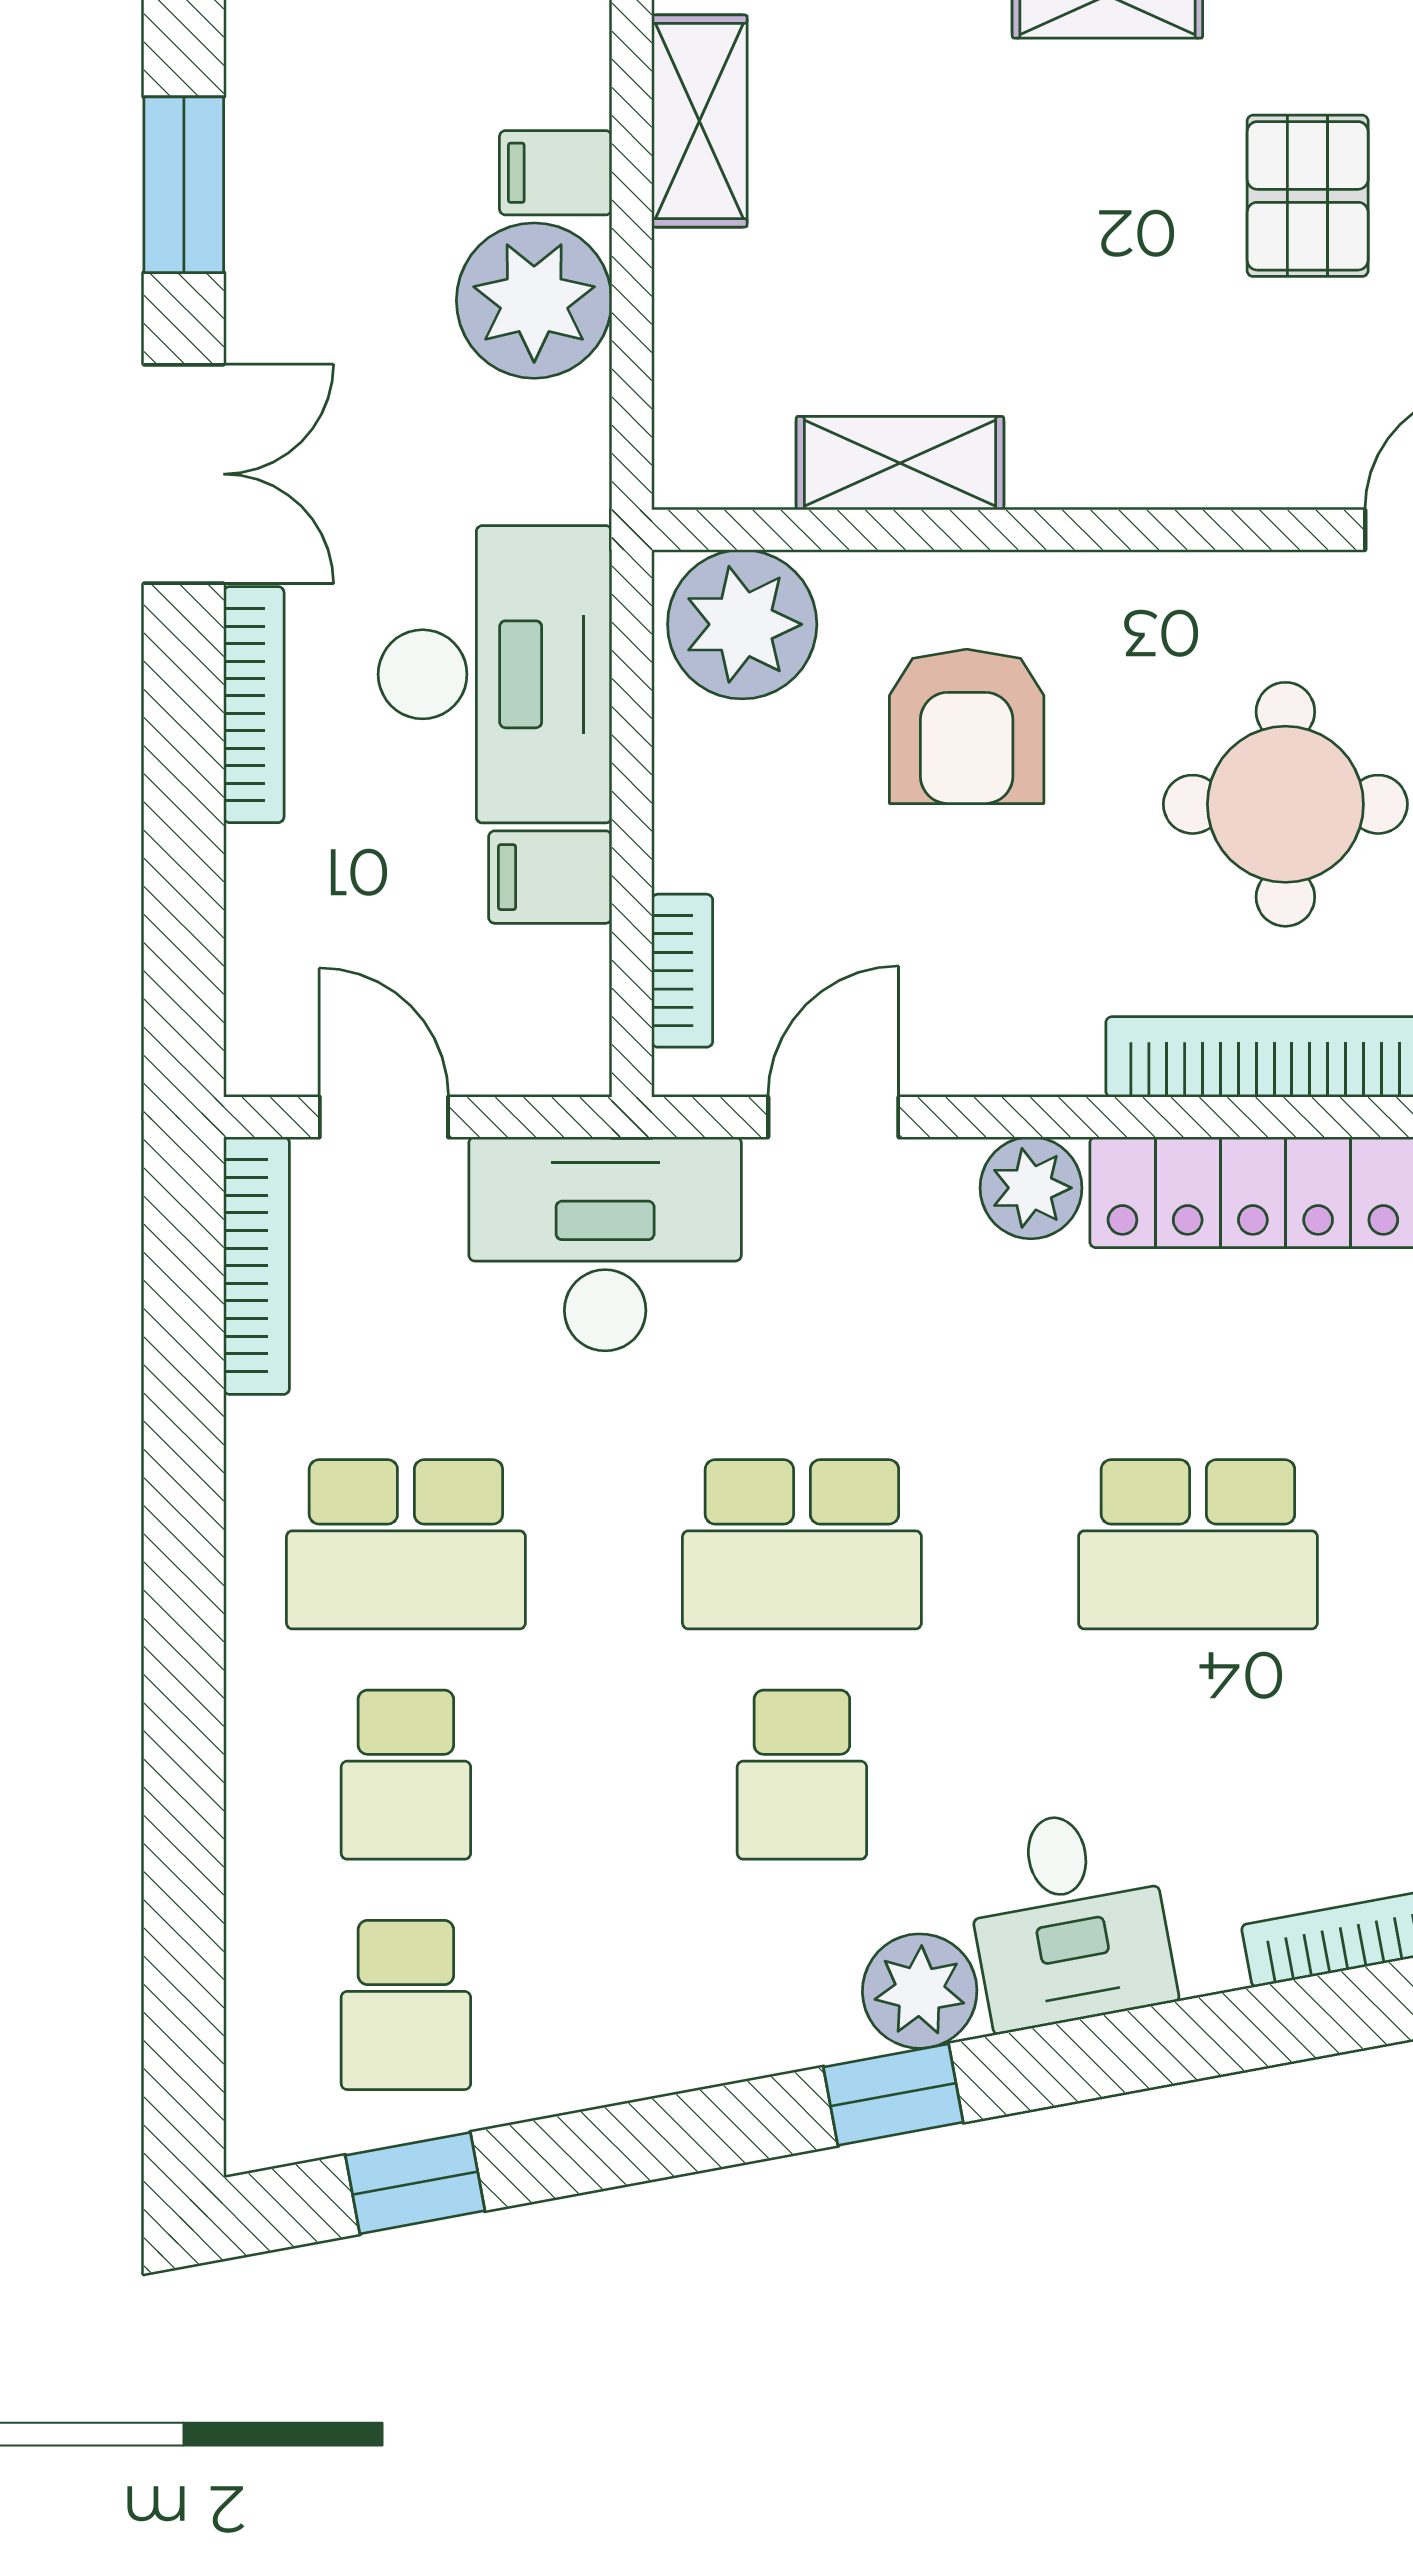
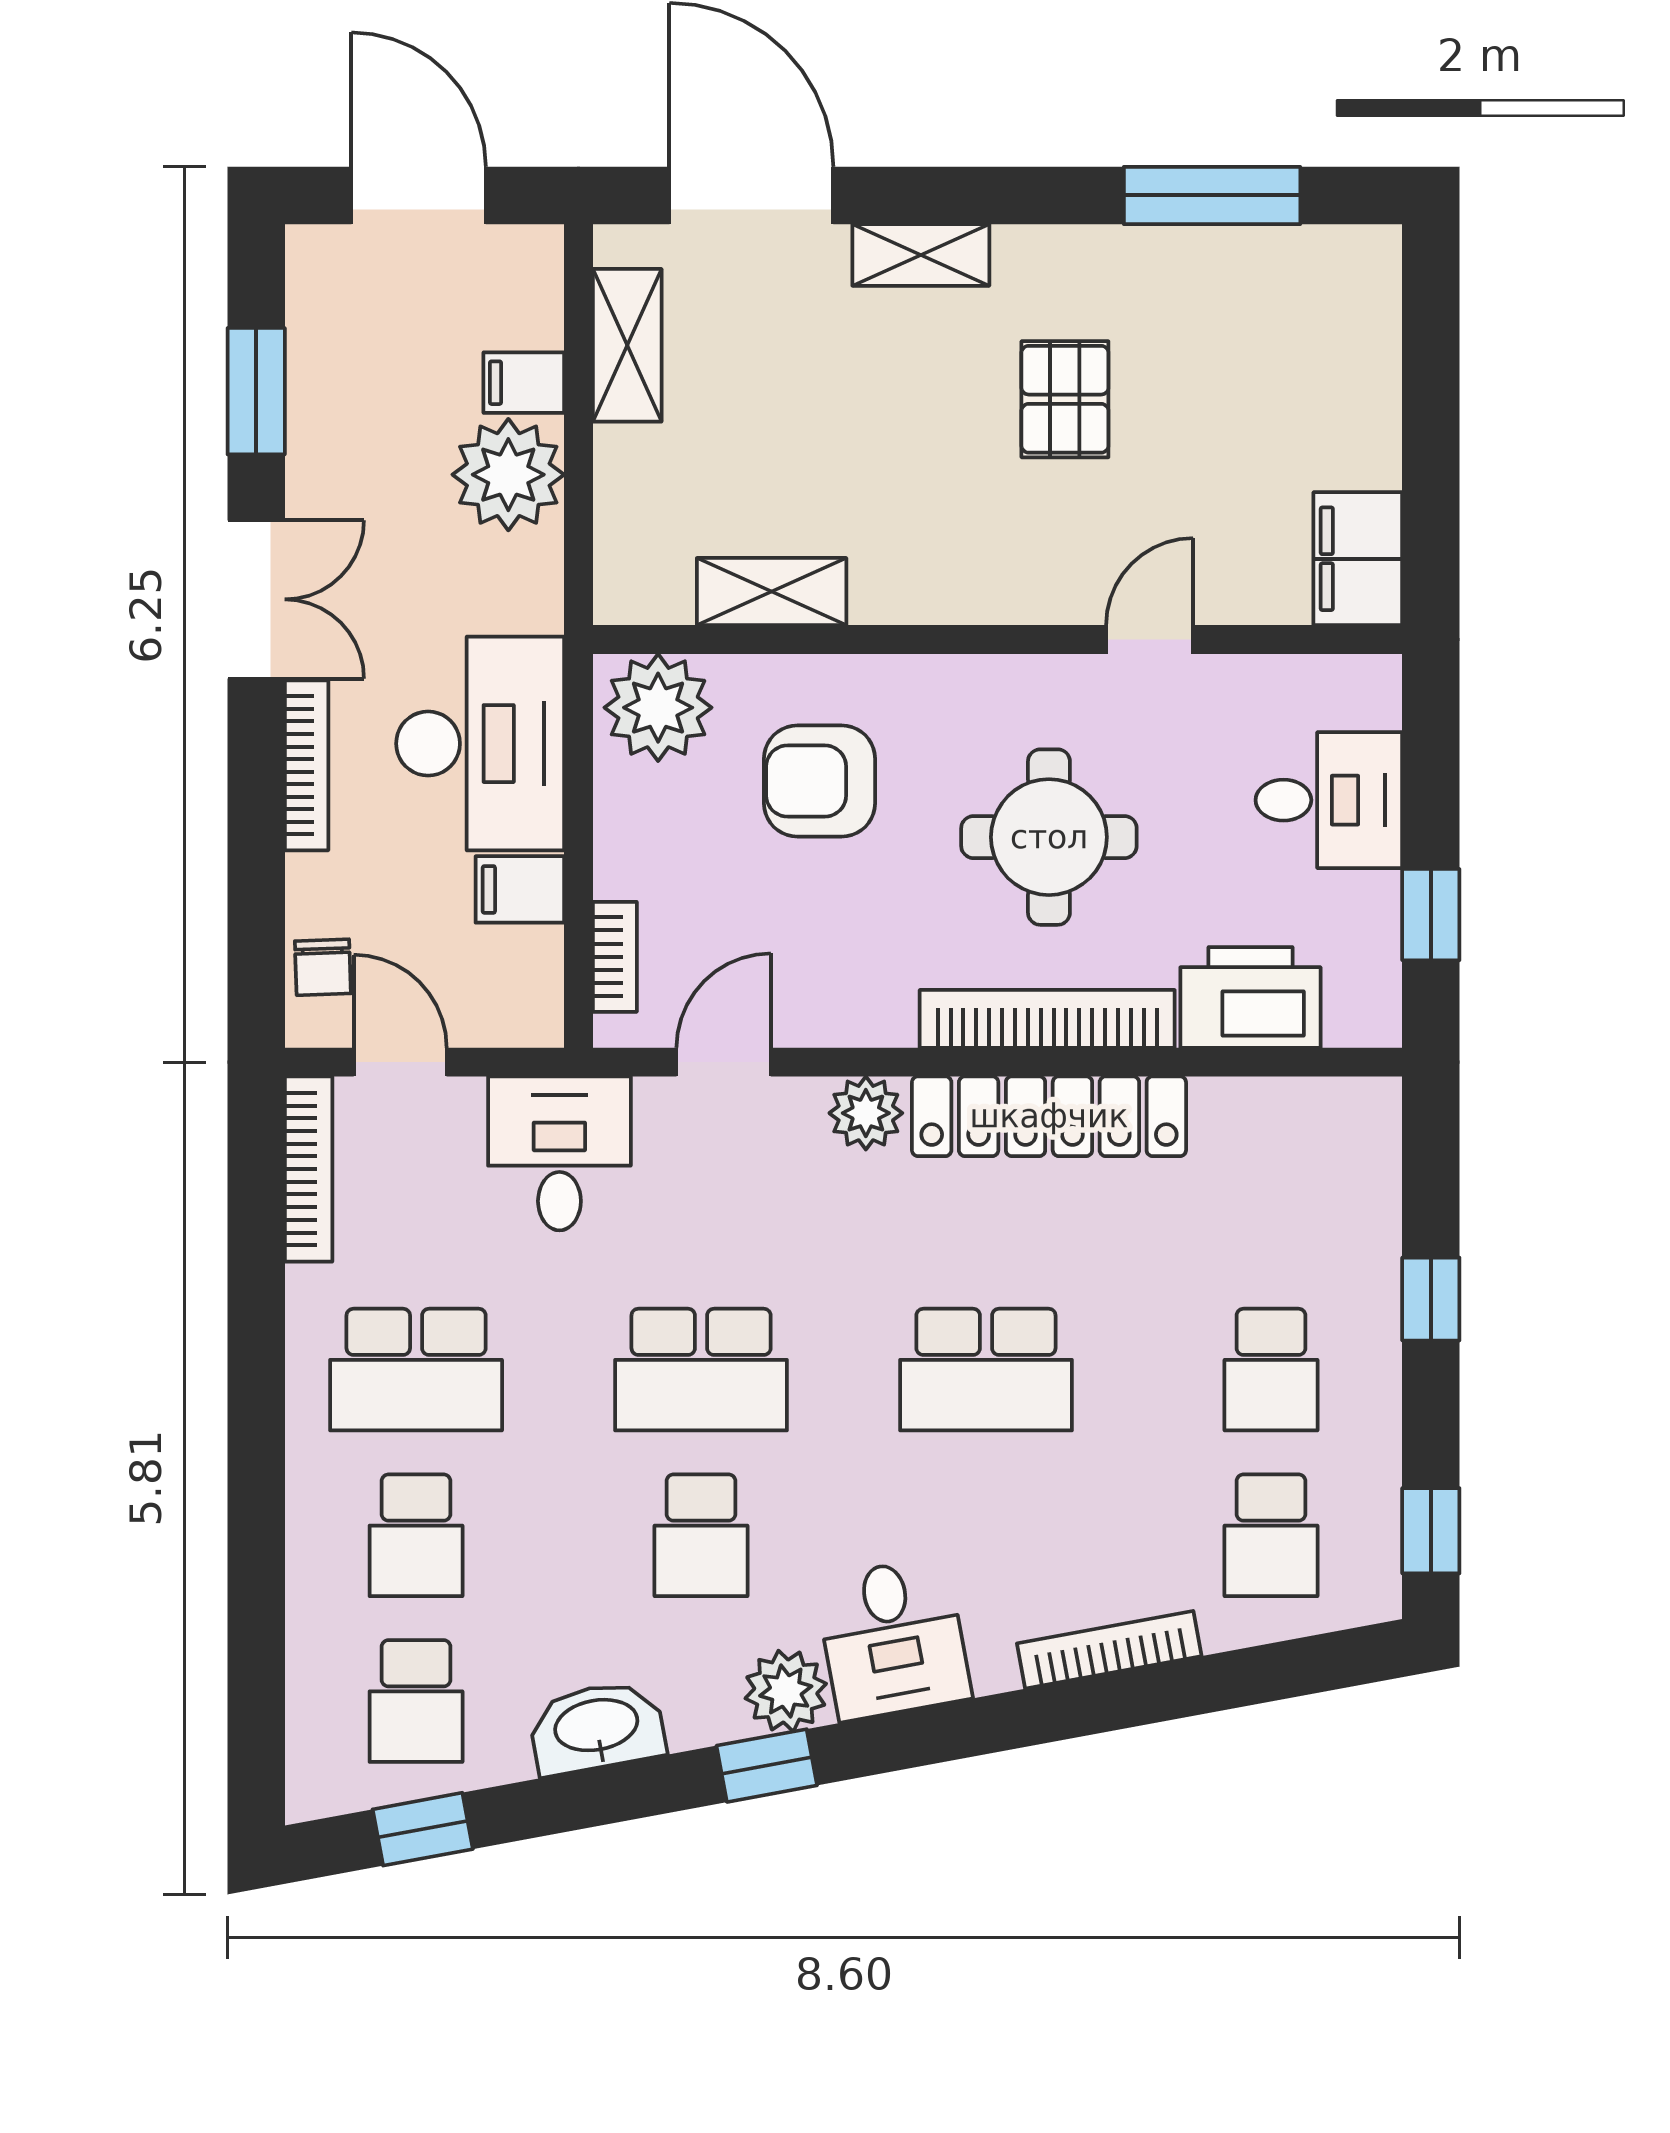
armchair: (967, 726) -> (820, 781), turned 90
chair: (276, 985) -> (323, 967), added
desk: (605, 1244) -> (559, 1153), width x0.73
washbasin: (657, 2042) -> (597, 1727), added

